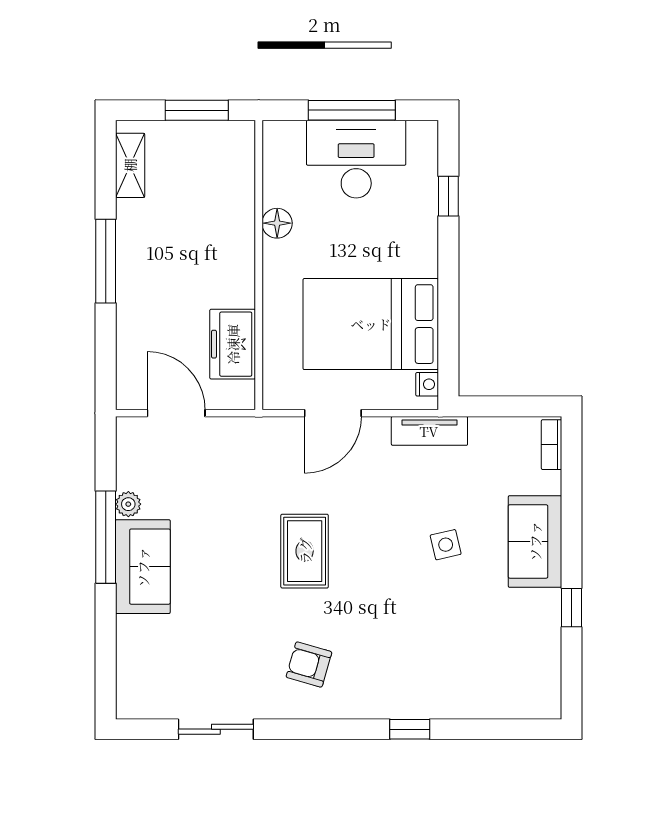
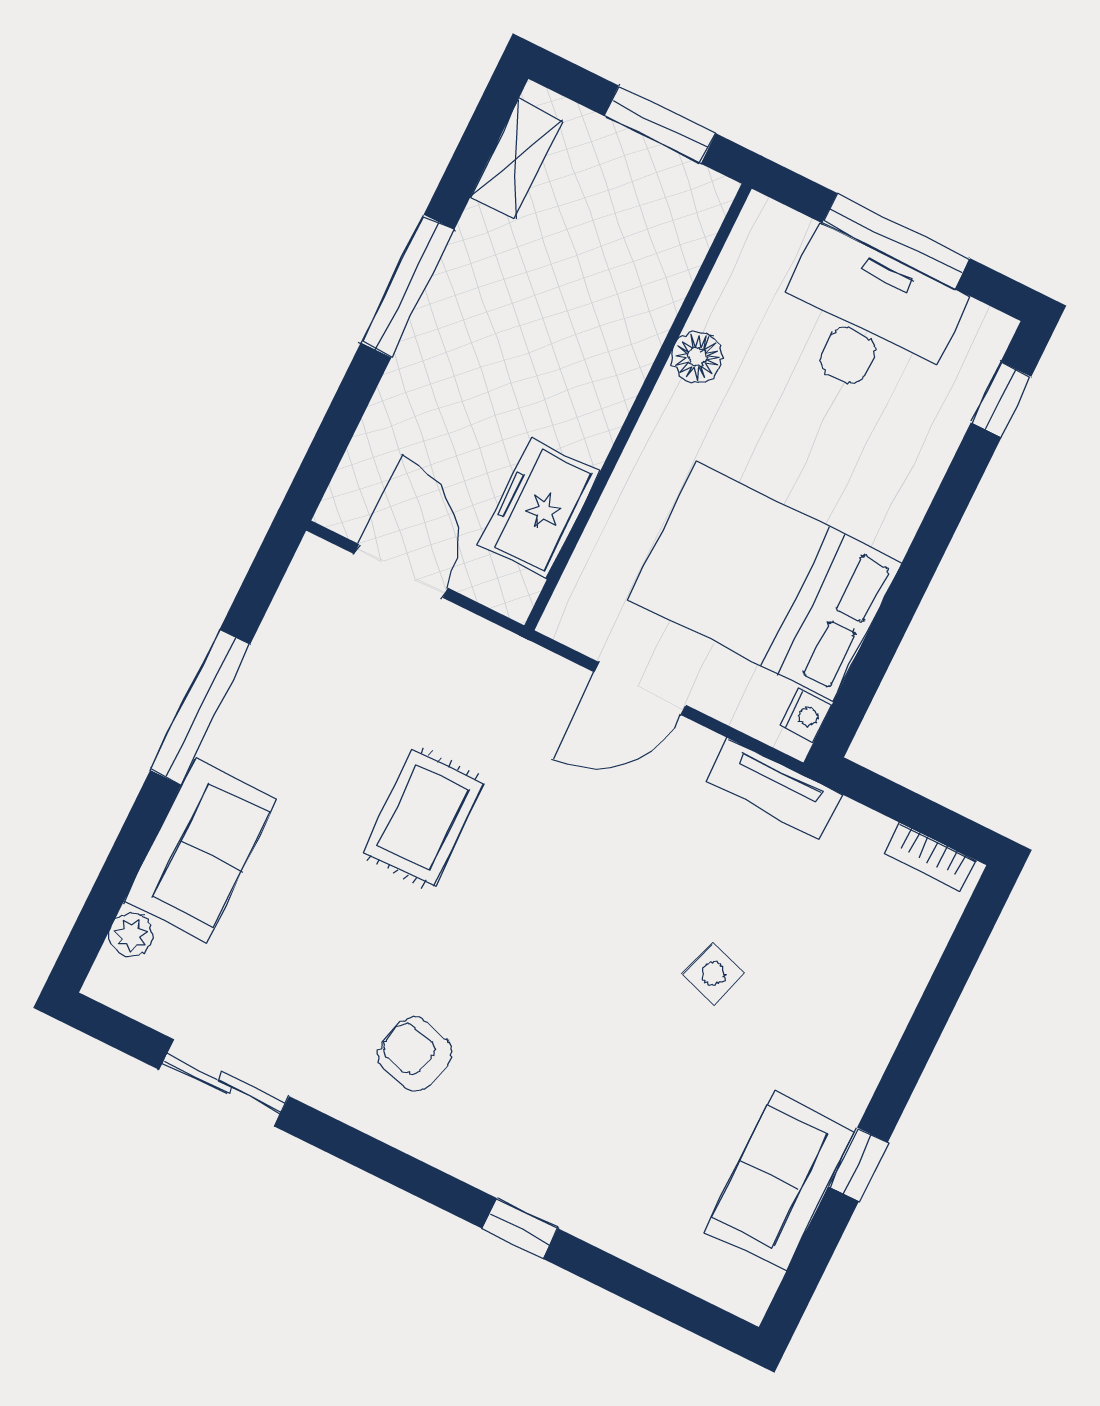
window: (448, 196) -> (1001, 400), moved
bookcase: (551, 445) -> (930, 857), moved, turned -90
plant: (128, 504) -> (131, 935), moved
sofa: (535, 541) -> (781, 1181), moved
side table: (446, 545) -> (713, 974), turned 30
rug: (305, 551) -> (423, 818), moved
sofa: (143, 567) -> (200, 850), moved

